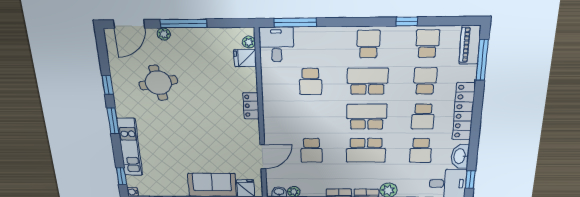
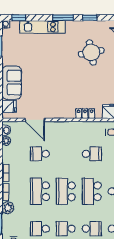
school desk: (368, 81) -> (92, 191), turned 180
school desk: (311, 82) -> (92, 154), turned 180
locker: (251, 106) -> (85, 114), moved
school desk: (367, 117) -> (66, 191), turned 180

